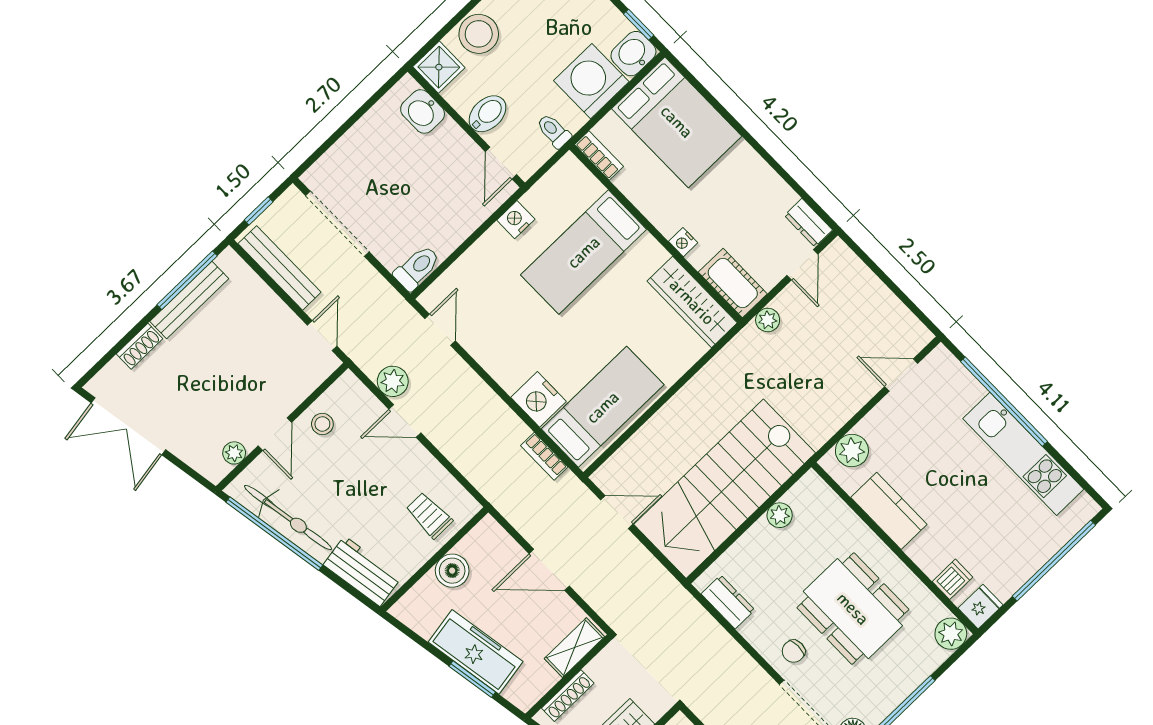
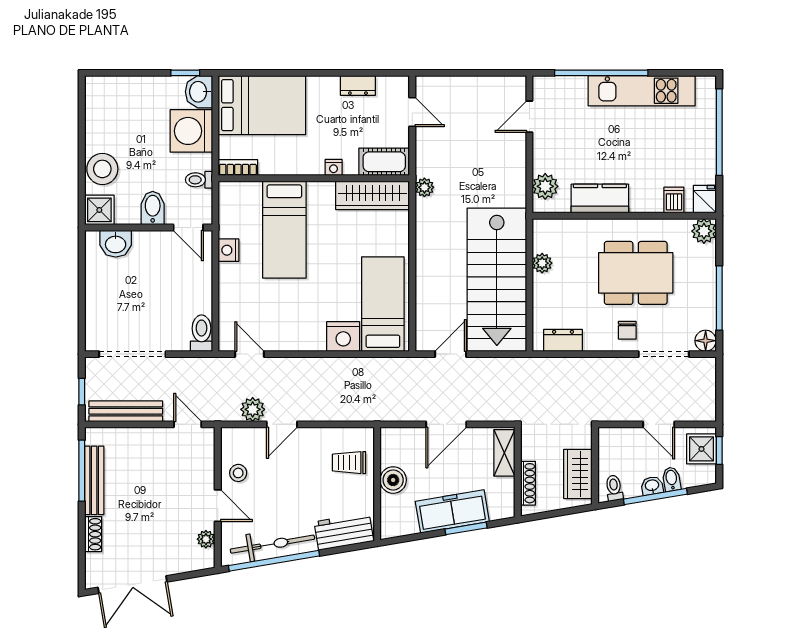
dresser: (808, 223) -> (358, 85), moved
plant: (768, 320) -> (424, 187), moved
bookcase: (544, 456) -> (379, 365), removed

